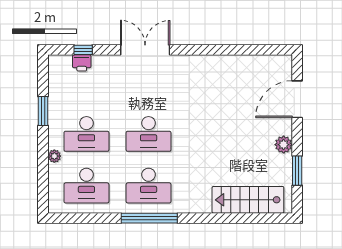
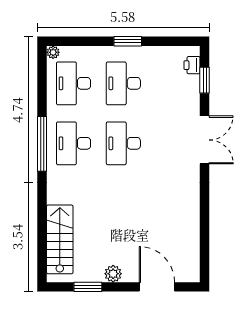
window: (83, 50) -> (205, 80), width x1.50
printer: (82, 63) -> (192, 65), moved
window: (43, 111) -> (128, 41), moved
plant: (54, 156) -> (53, 52), moved

